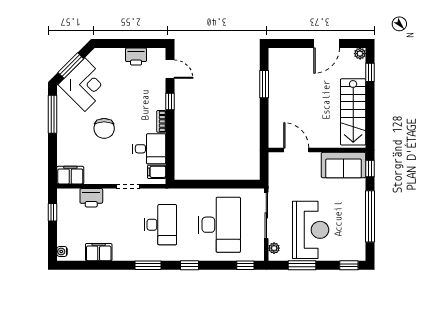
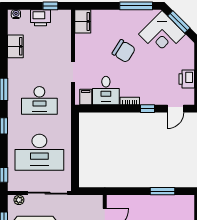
chair: (104, 128) -> (124, 51), turned -148
printer: (91, 198) -> (41, 18), moved, turned -90

